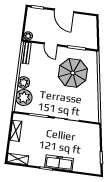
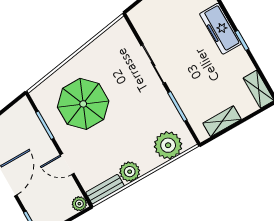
door: (51, 44) -> (67, 164), swing flipped
plant: (24, 83) -> (130, 172), moved

